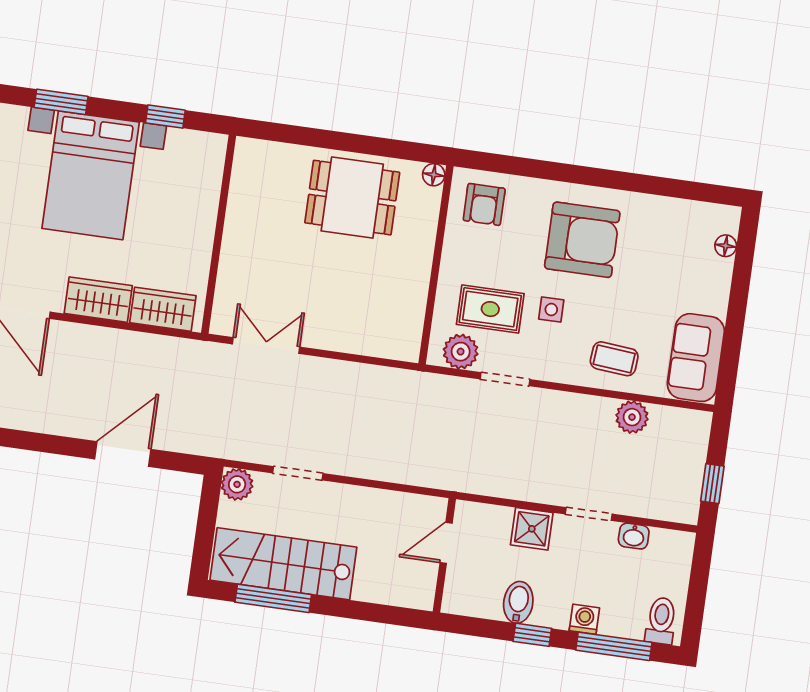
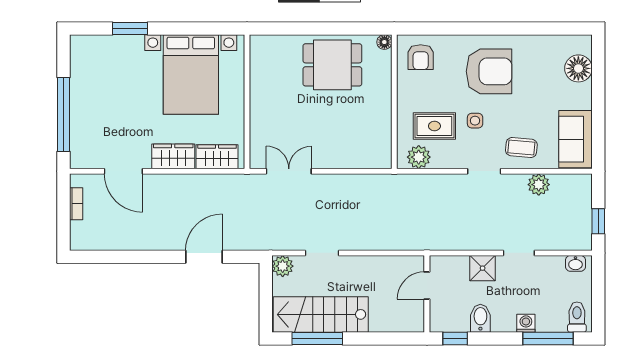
window: (165, 117) -> (201, 29), removed
bed with nightstands: (91, 175) -> (191, 74), moved
floor lamp: (726, 246) -> (578, 68), width x1.89, depth x1.89
doorway: (505, 379) -> (484, 171), moved
washbasin: (634, 536) -> (575, 263), moved
window: (532, 635) -> (455, 338), moved

